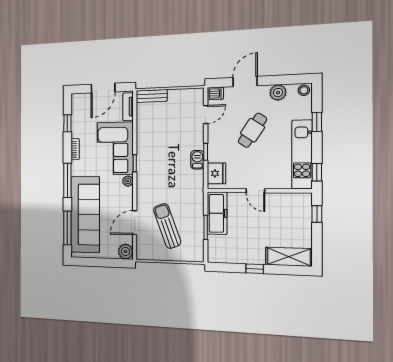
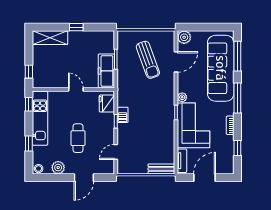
dishwasher: (215, 93) -> (108, 169), removed
cafe table: (252, 130) -> (78, 138), turned -34

